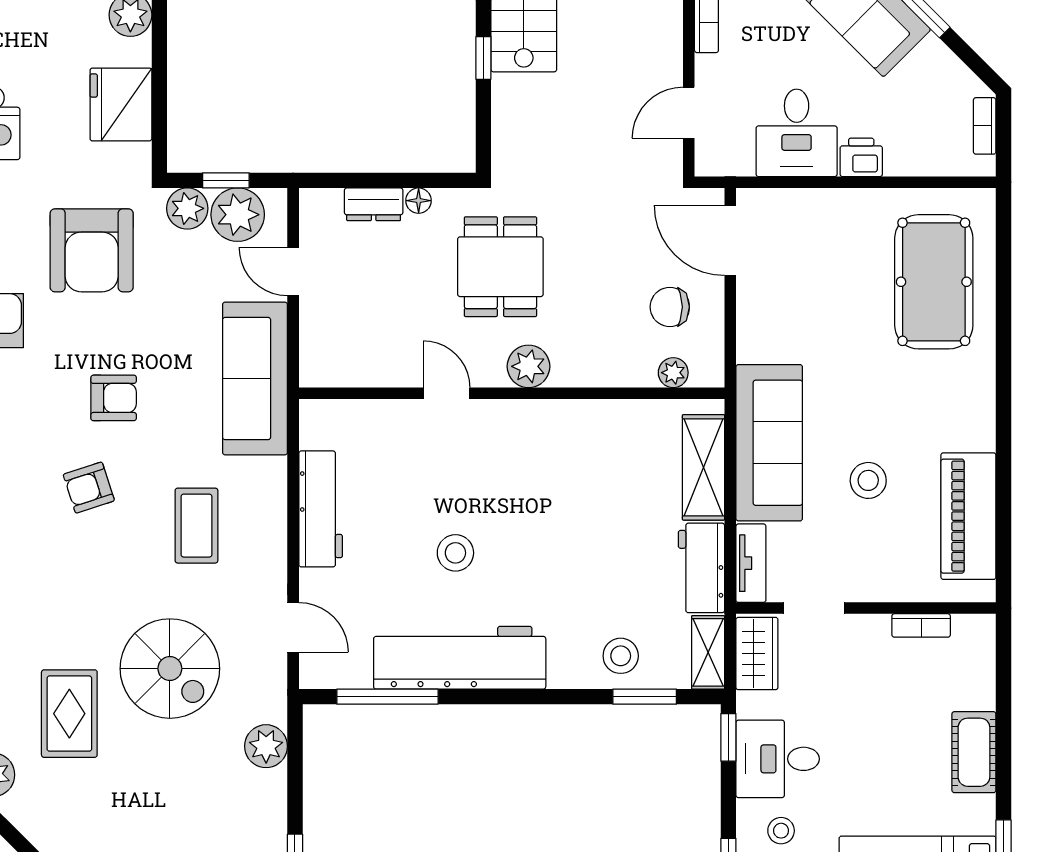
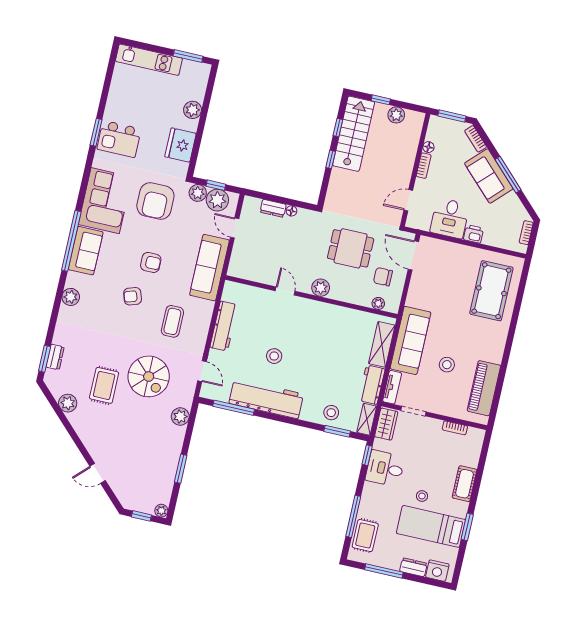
dining table: (500, 267) -> (351, 248), moved, turned 90
stool: (781, 831) -> (422, 496), moved

